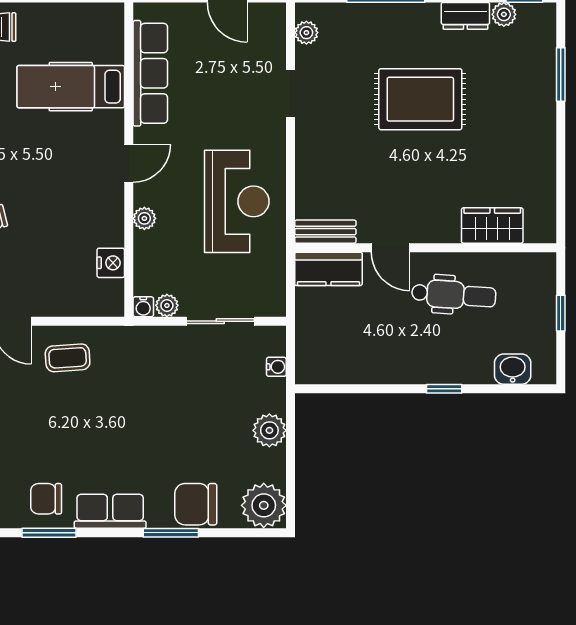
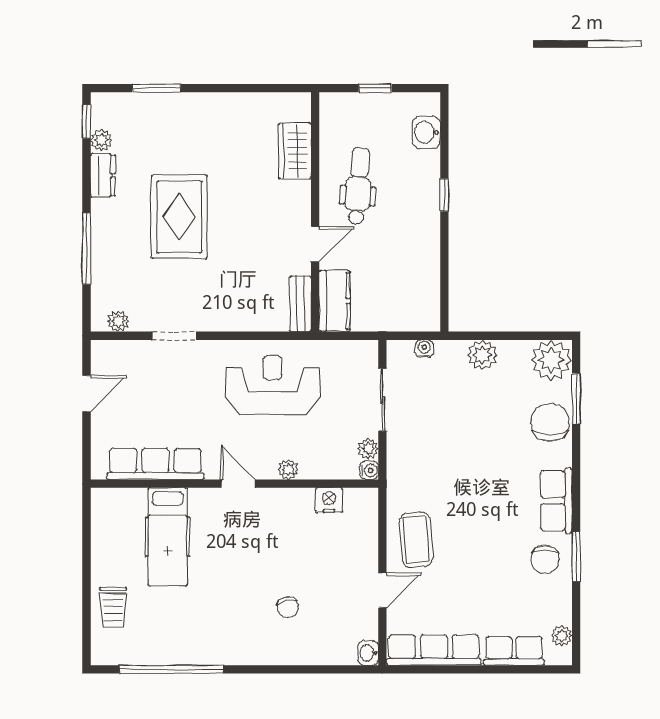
coffee table: (68, 358) -> (416, 540), width x1.36, depth x1.30
chair: (196, 504) -> (550, 422), turned 180
window: (171, 533) -> (576, 399), moved

